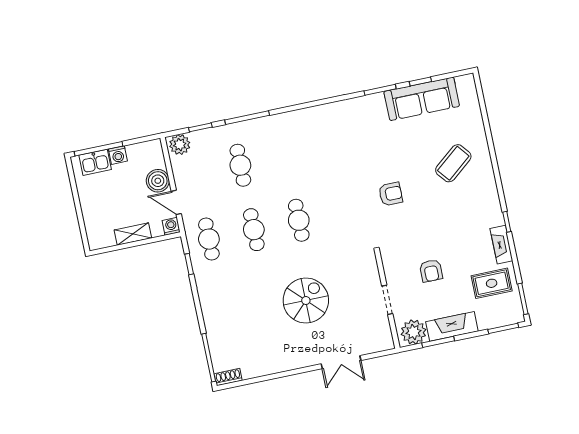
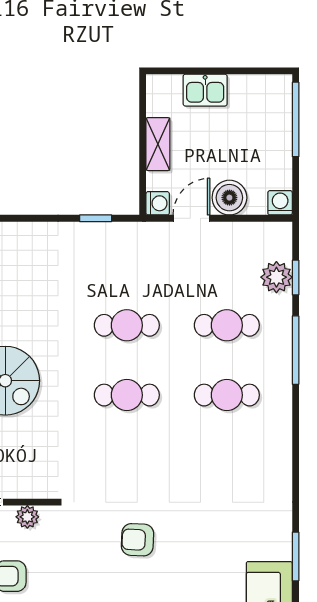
plant: (180, 145) -> (276, 277), moved
washing machine: (118, 155) -> (280, 203), moved, turned 90
kitchen sink: (95, 162) -> (205, 90), moved, turned -90
armchair: (391, 194) -> (138, 540), turned 93
cafe table: (209, 239) -> (227, 395), moved
plant: (391, 268) -> (27, 517), added

